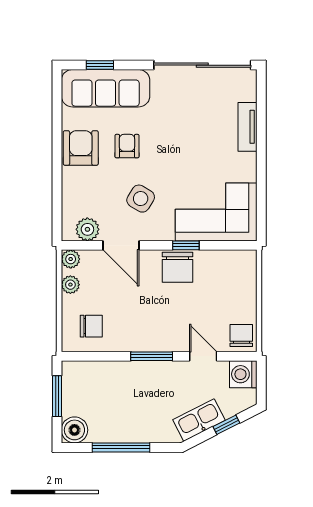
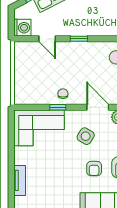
chair: (177, 267) -> (63, 94), width x0.54, depth x0.54
chair: (241, 336) -> (24, 52), removed
window: (152, 356) -> (79, 39), width x0.67

